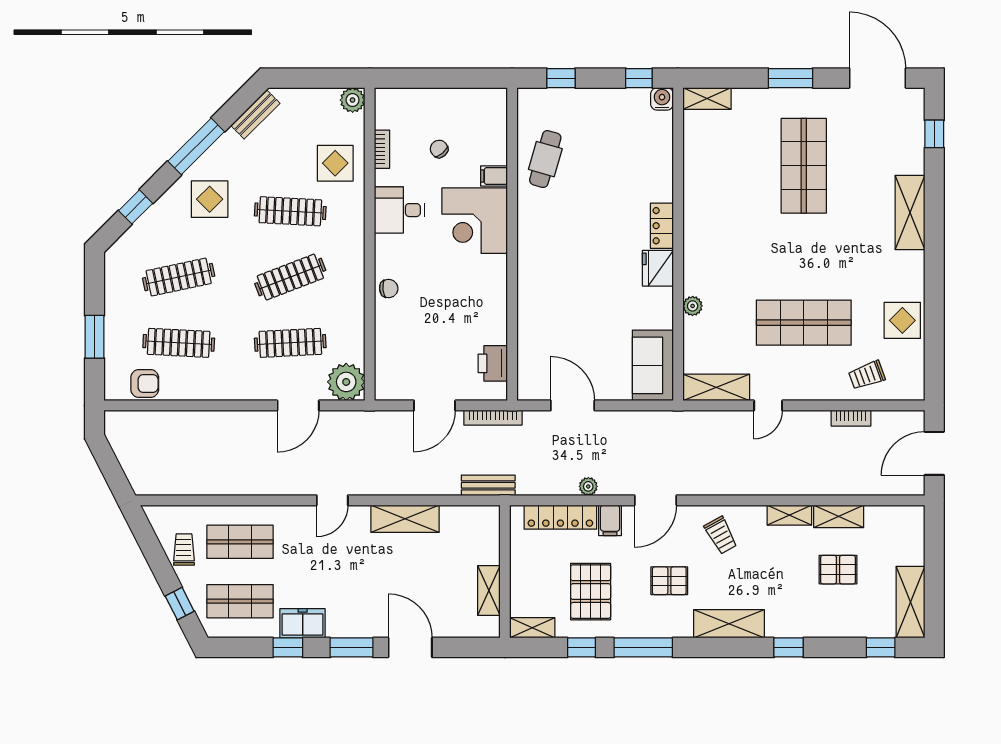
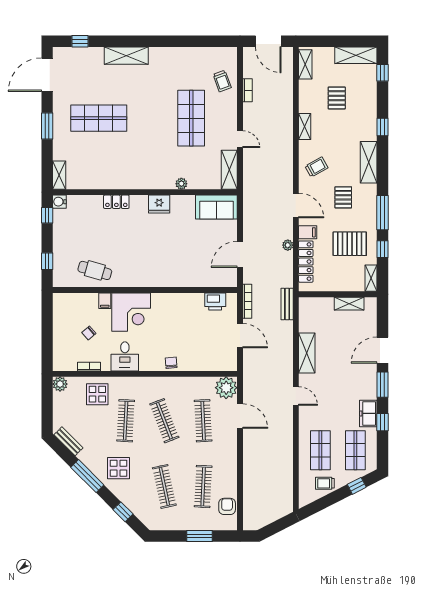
locker: (662, 226) -> (116, 202), moved
display table: (902, 320) -> (190, 60), removed
shelving: (839, 516) -> (305, 64), moved

